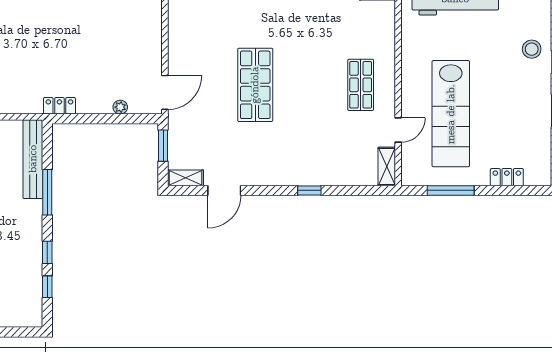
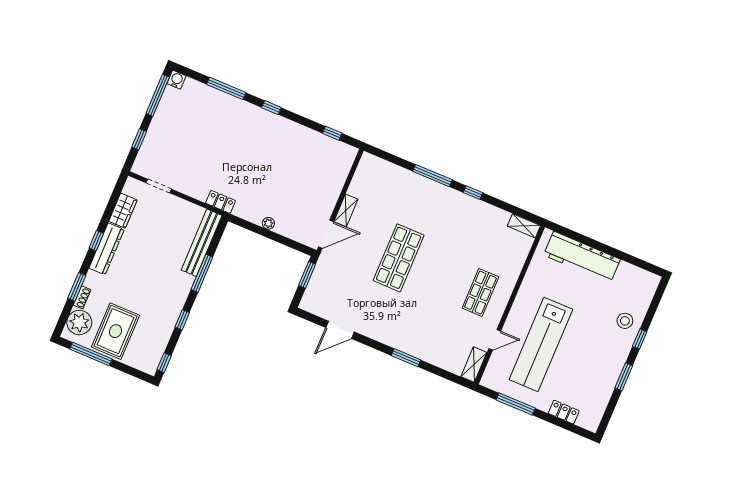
locker: (59, 106) -> (221, 202), moved
plant: (120, 107) -> (268, 223), moved
shelving: (186, 178) -> (346, 210), moved, turned 90
window: (309, 190) -> (406, 358), width x1.50
window: (47, 287) -> (164, 363), moved

